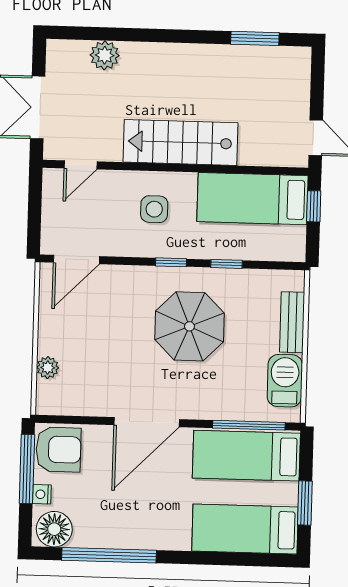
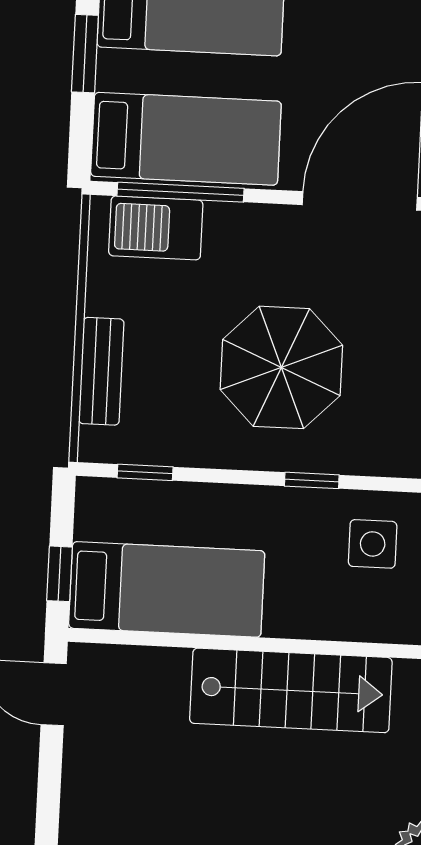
side table: (154, 209) -> (373, 544), moved
window: (226, 264) -> (145, 472), moved
barbecue: (285, 381) -> (156, 228), moved, turned 90

